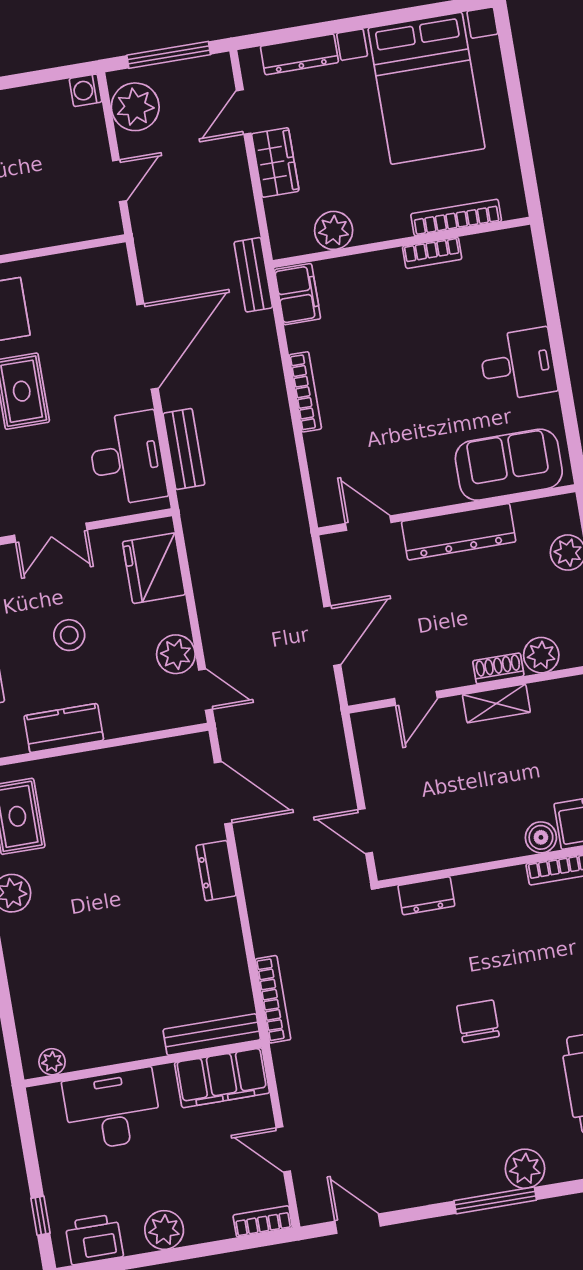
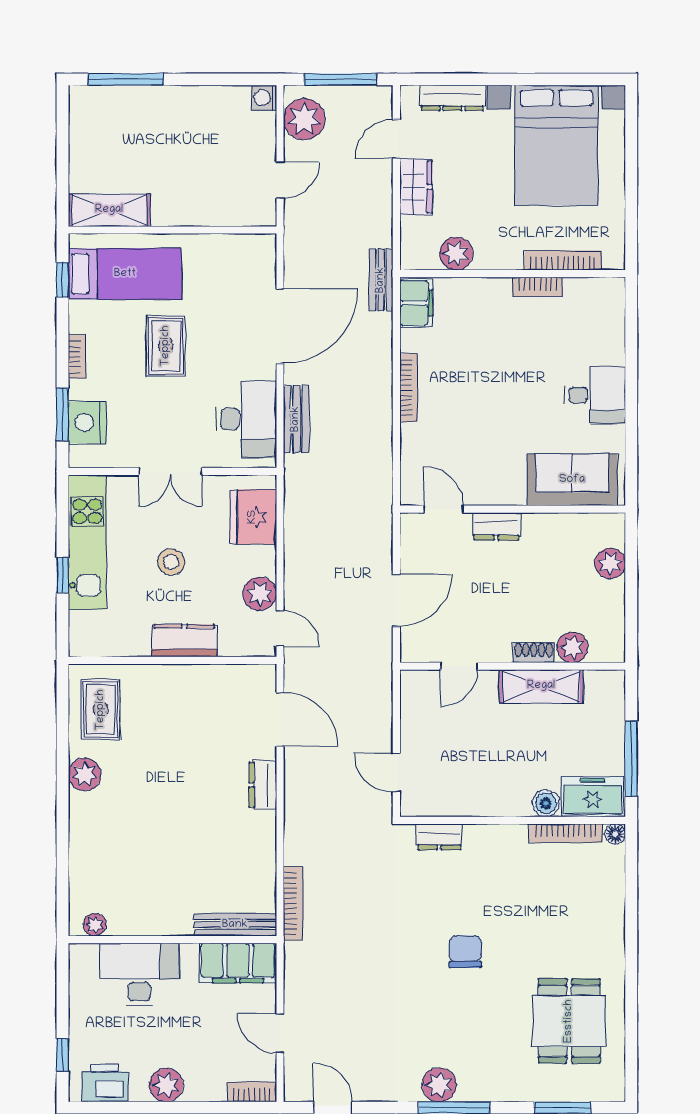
dresser: (459, 532) -> (496, 526), width x0.51, depth x0.80
shelving: (496, 703) -> (541, 686), width x1.50, depth x1.33
kitchen counter: (64, 728) -> (184, 641), moved
plant: (525, 1169) -> (439, 1085), moved

